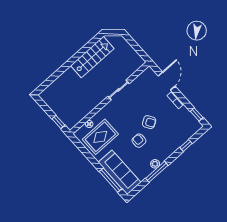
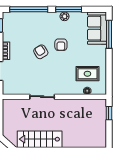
rug: (100, 137) -> (87, 74), width x0.73, depth x0.70
window: (186, 145) -> (29, 9), width x3.17
sofa: (120, 172) -> (97, 28), width x0.73

